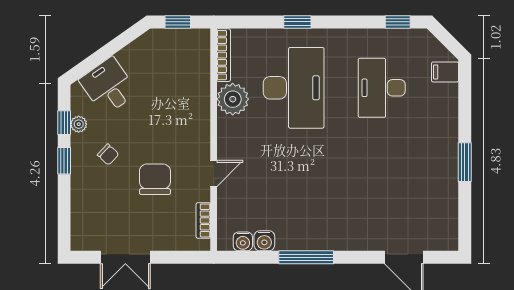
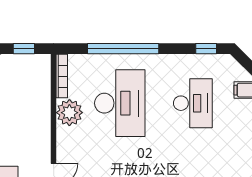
window: (297, 22) -> (123, 49), width x3.17
desk: (382, 88) -> (193, 103), turned 180

